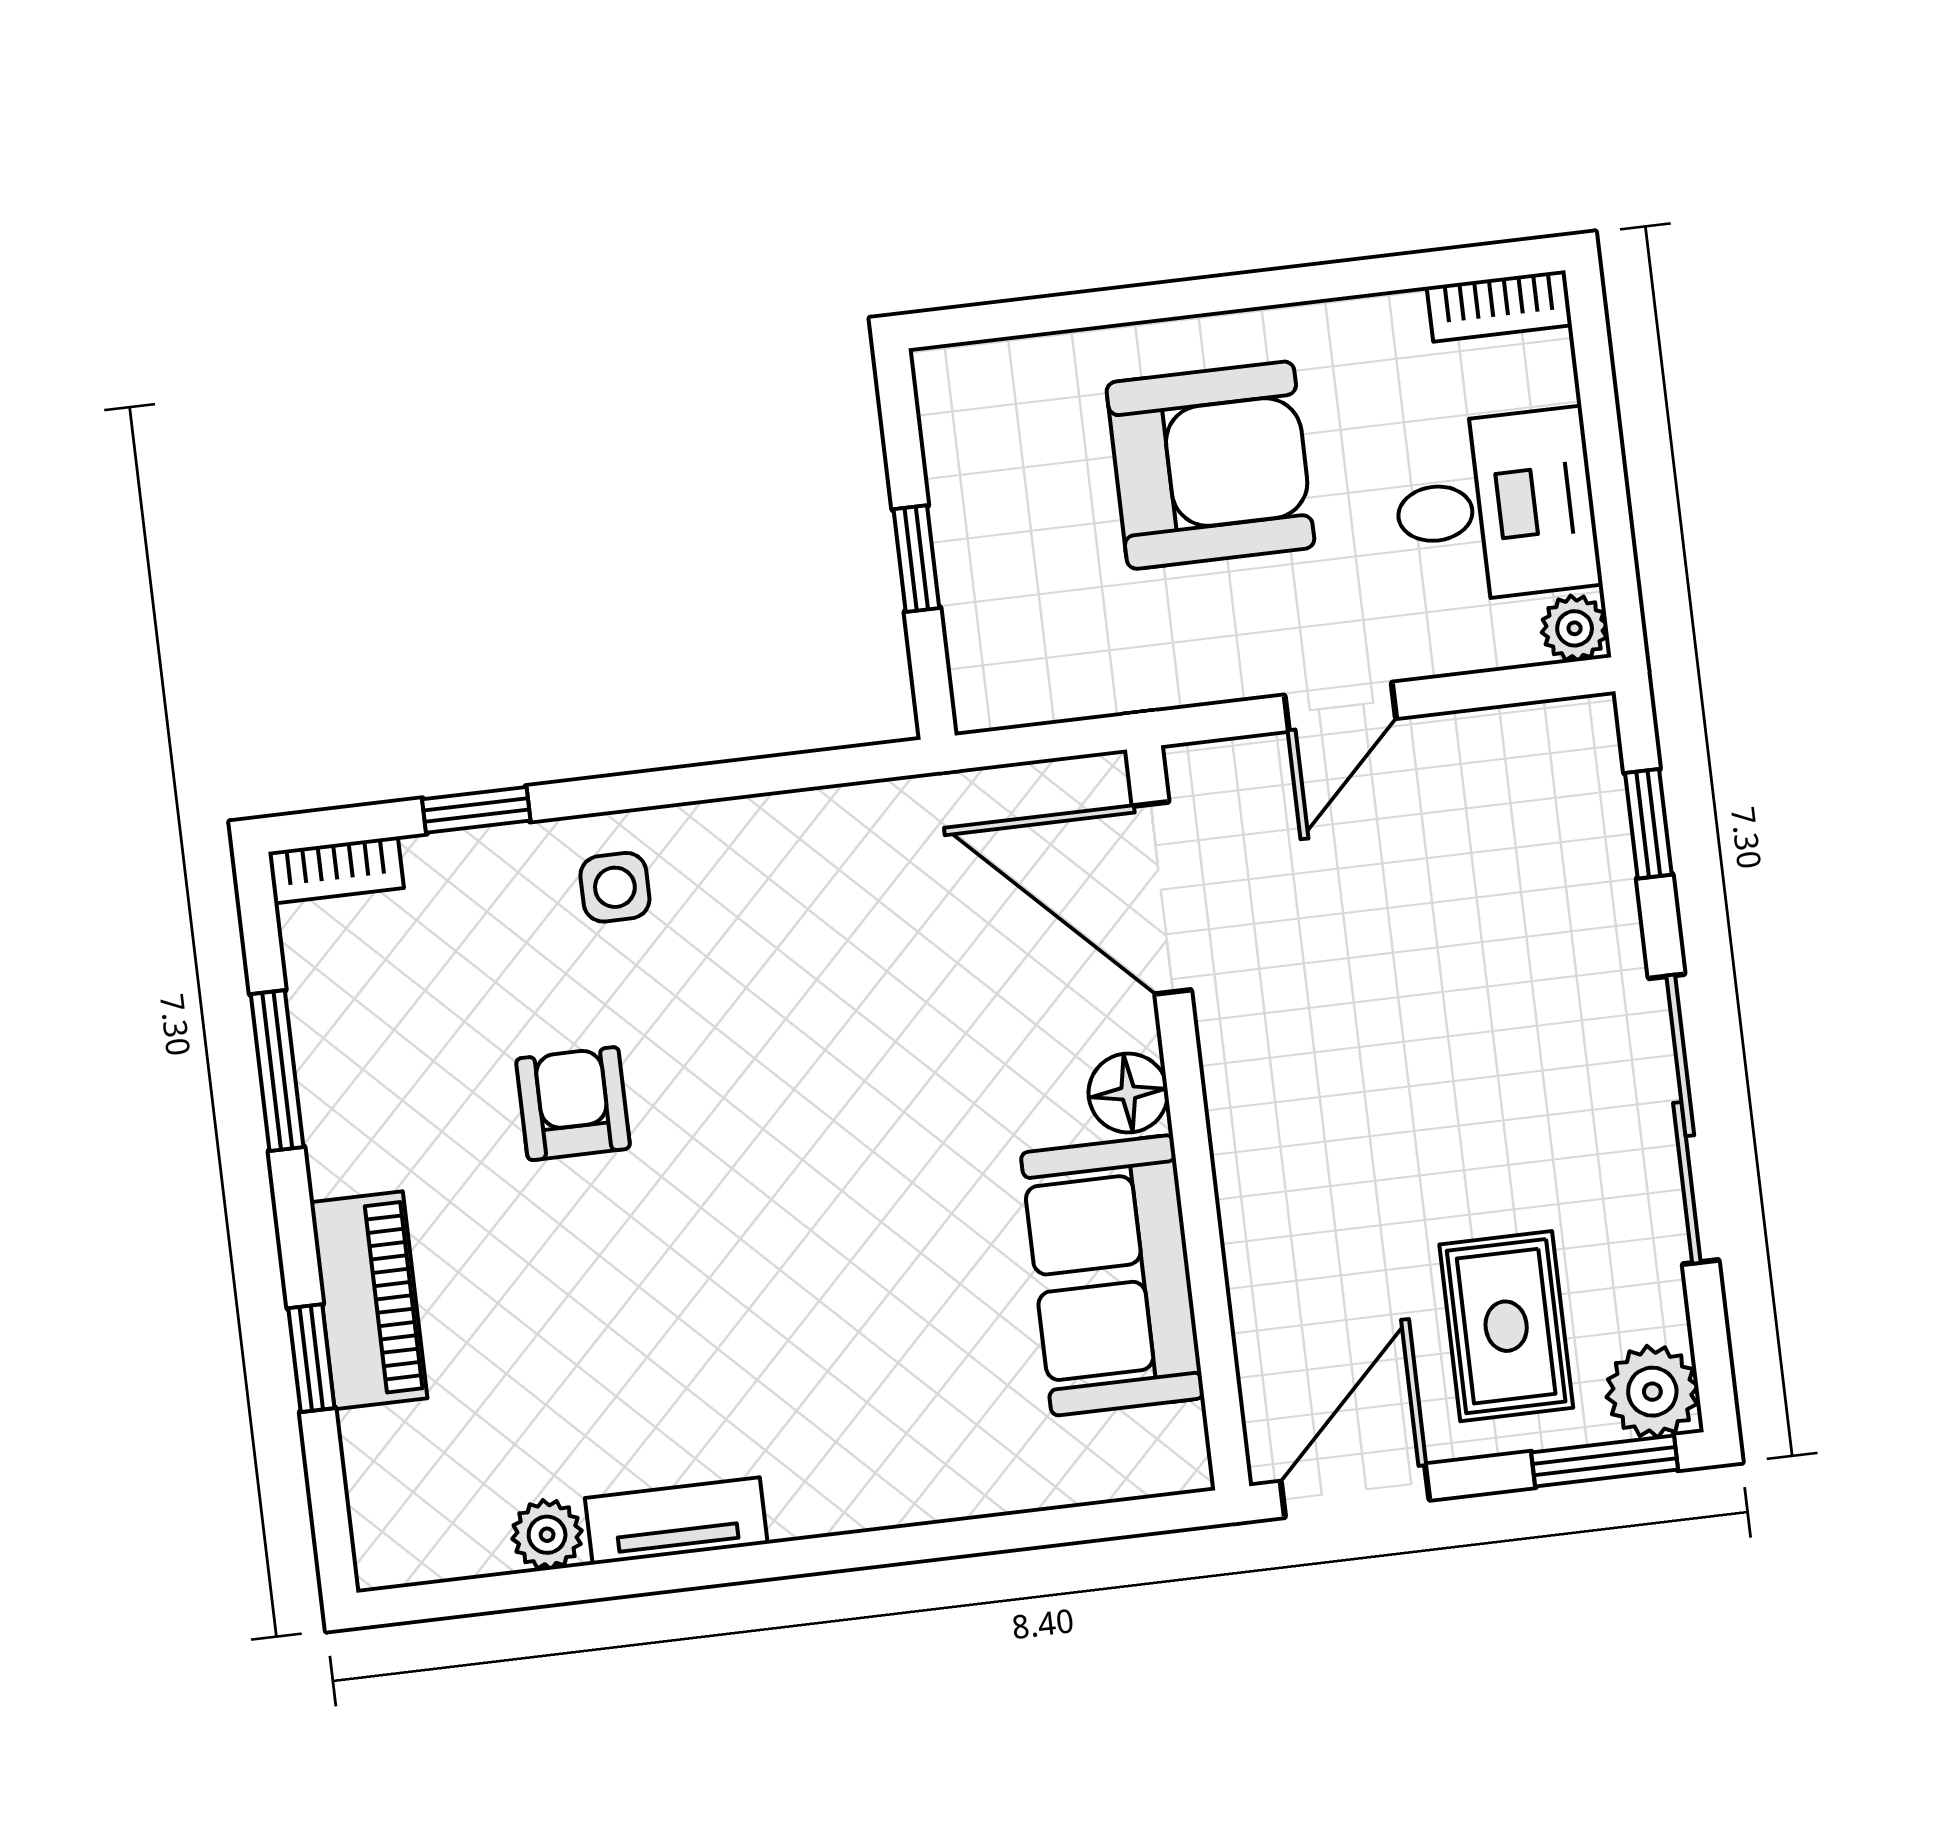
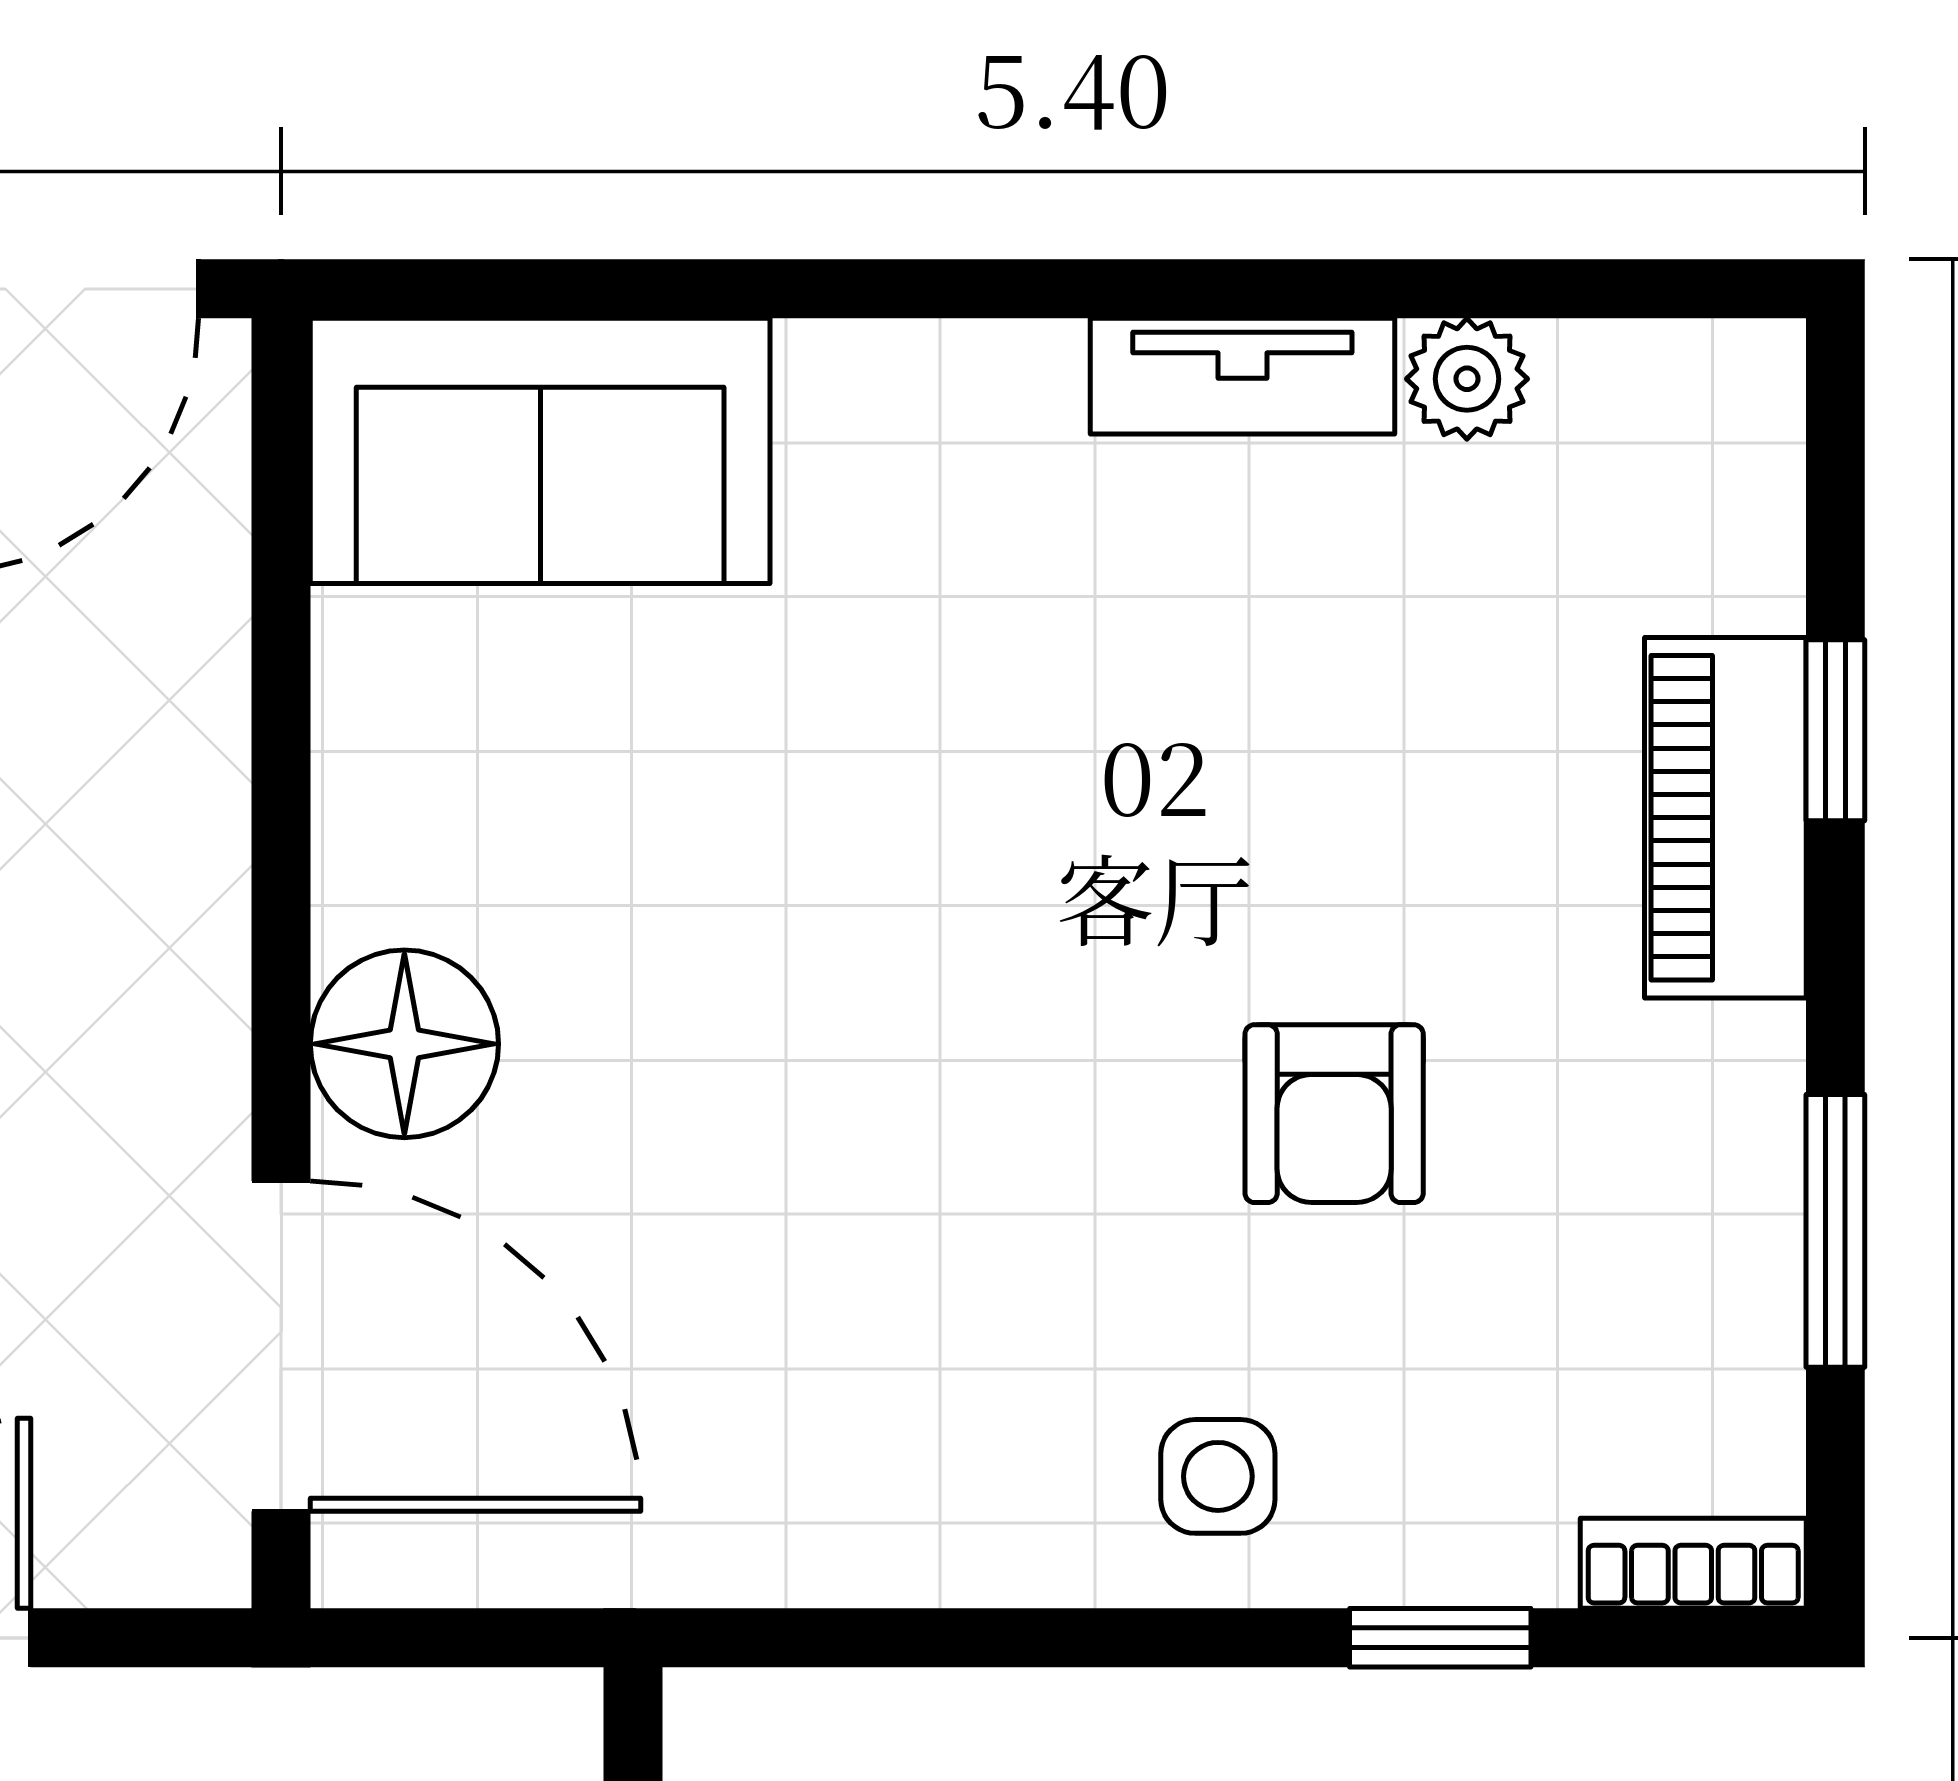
floor lamp: (1128, 1093) -> (404, 1044), width x1.38, depth x1.38
sofa: (1112, 1275) -> (540, 451), moved, turned 90

